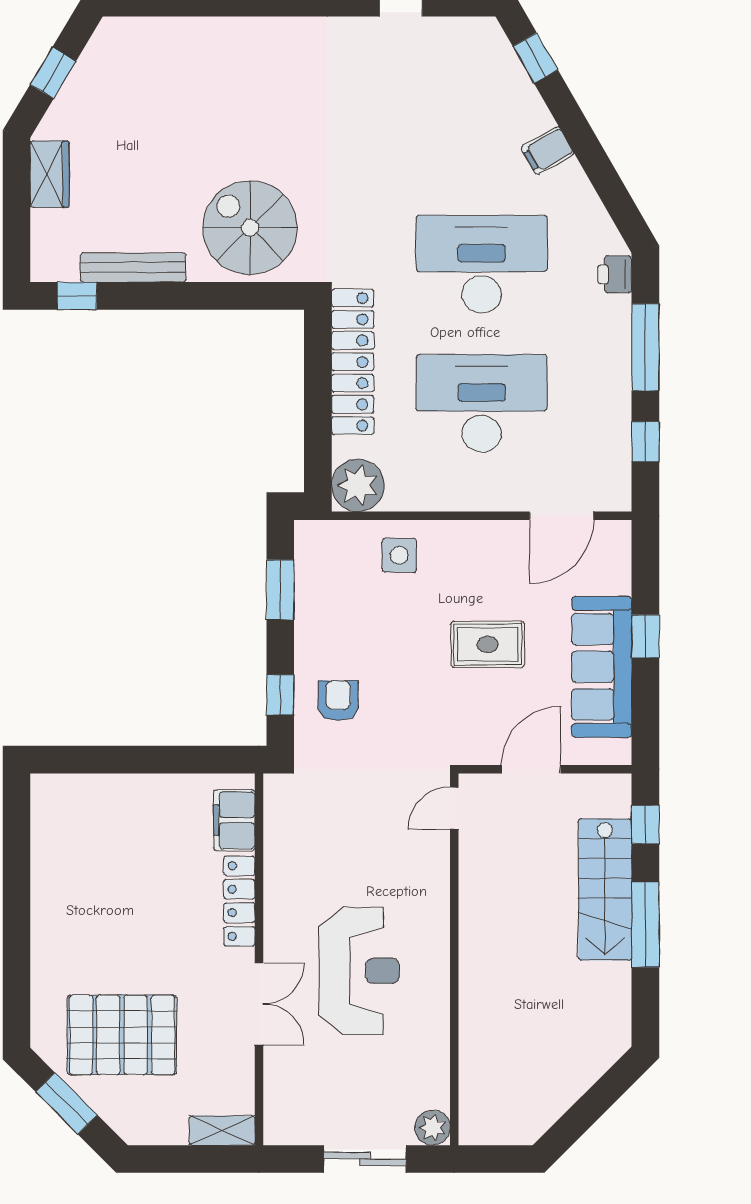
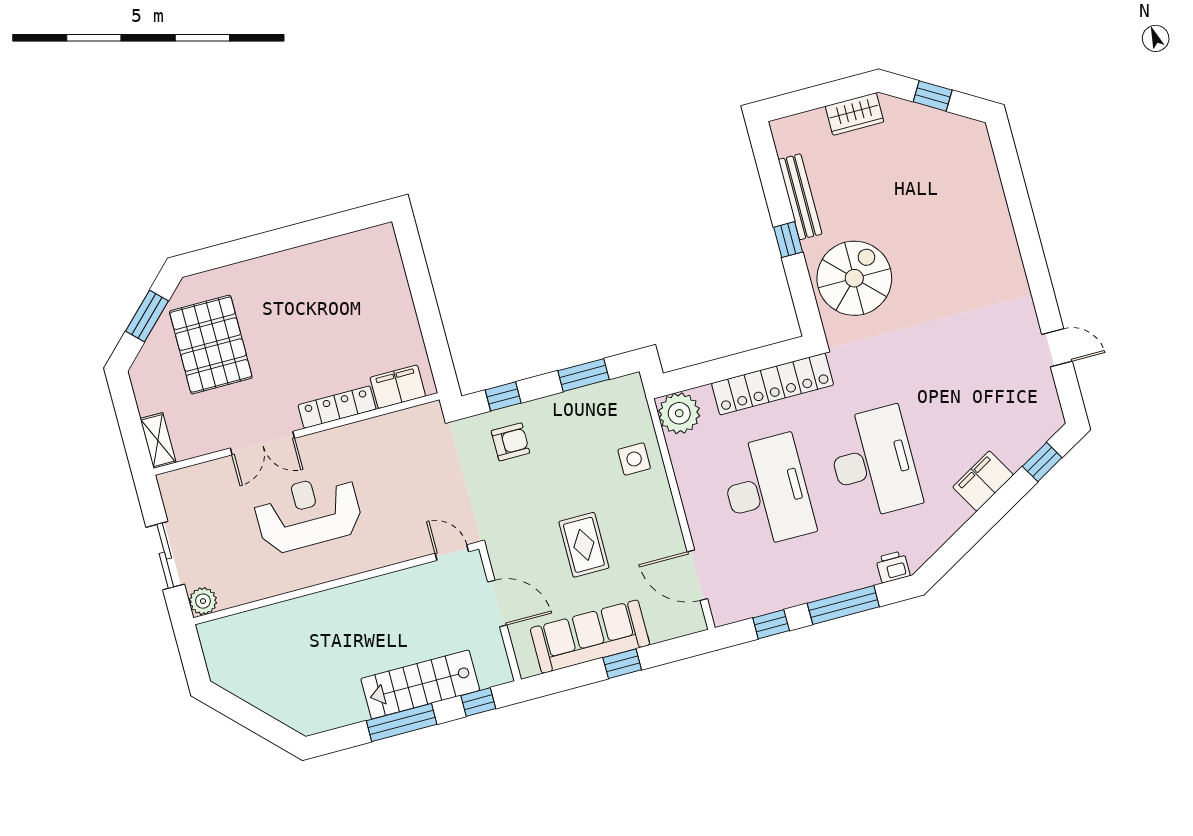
filing cabinet: (548, 151) -> (983, 481), width x2.00
window: (77, 296) -> (788, 240), moved
reception desk: (359, 971) -> (308, 513), turned 180

